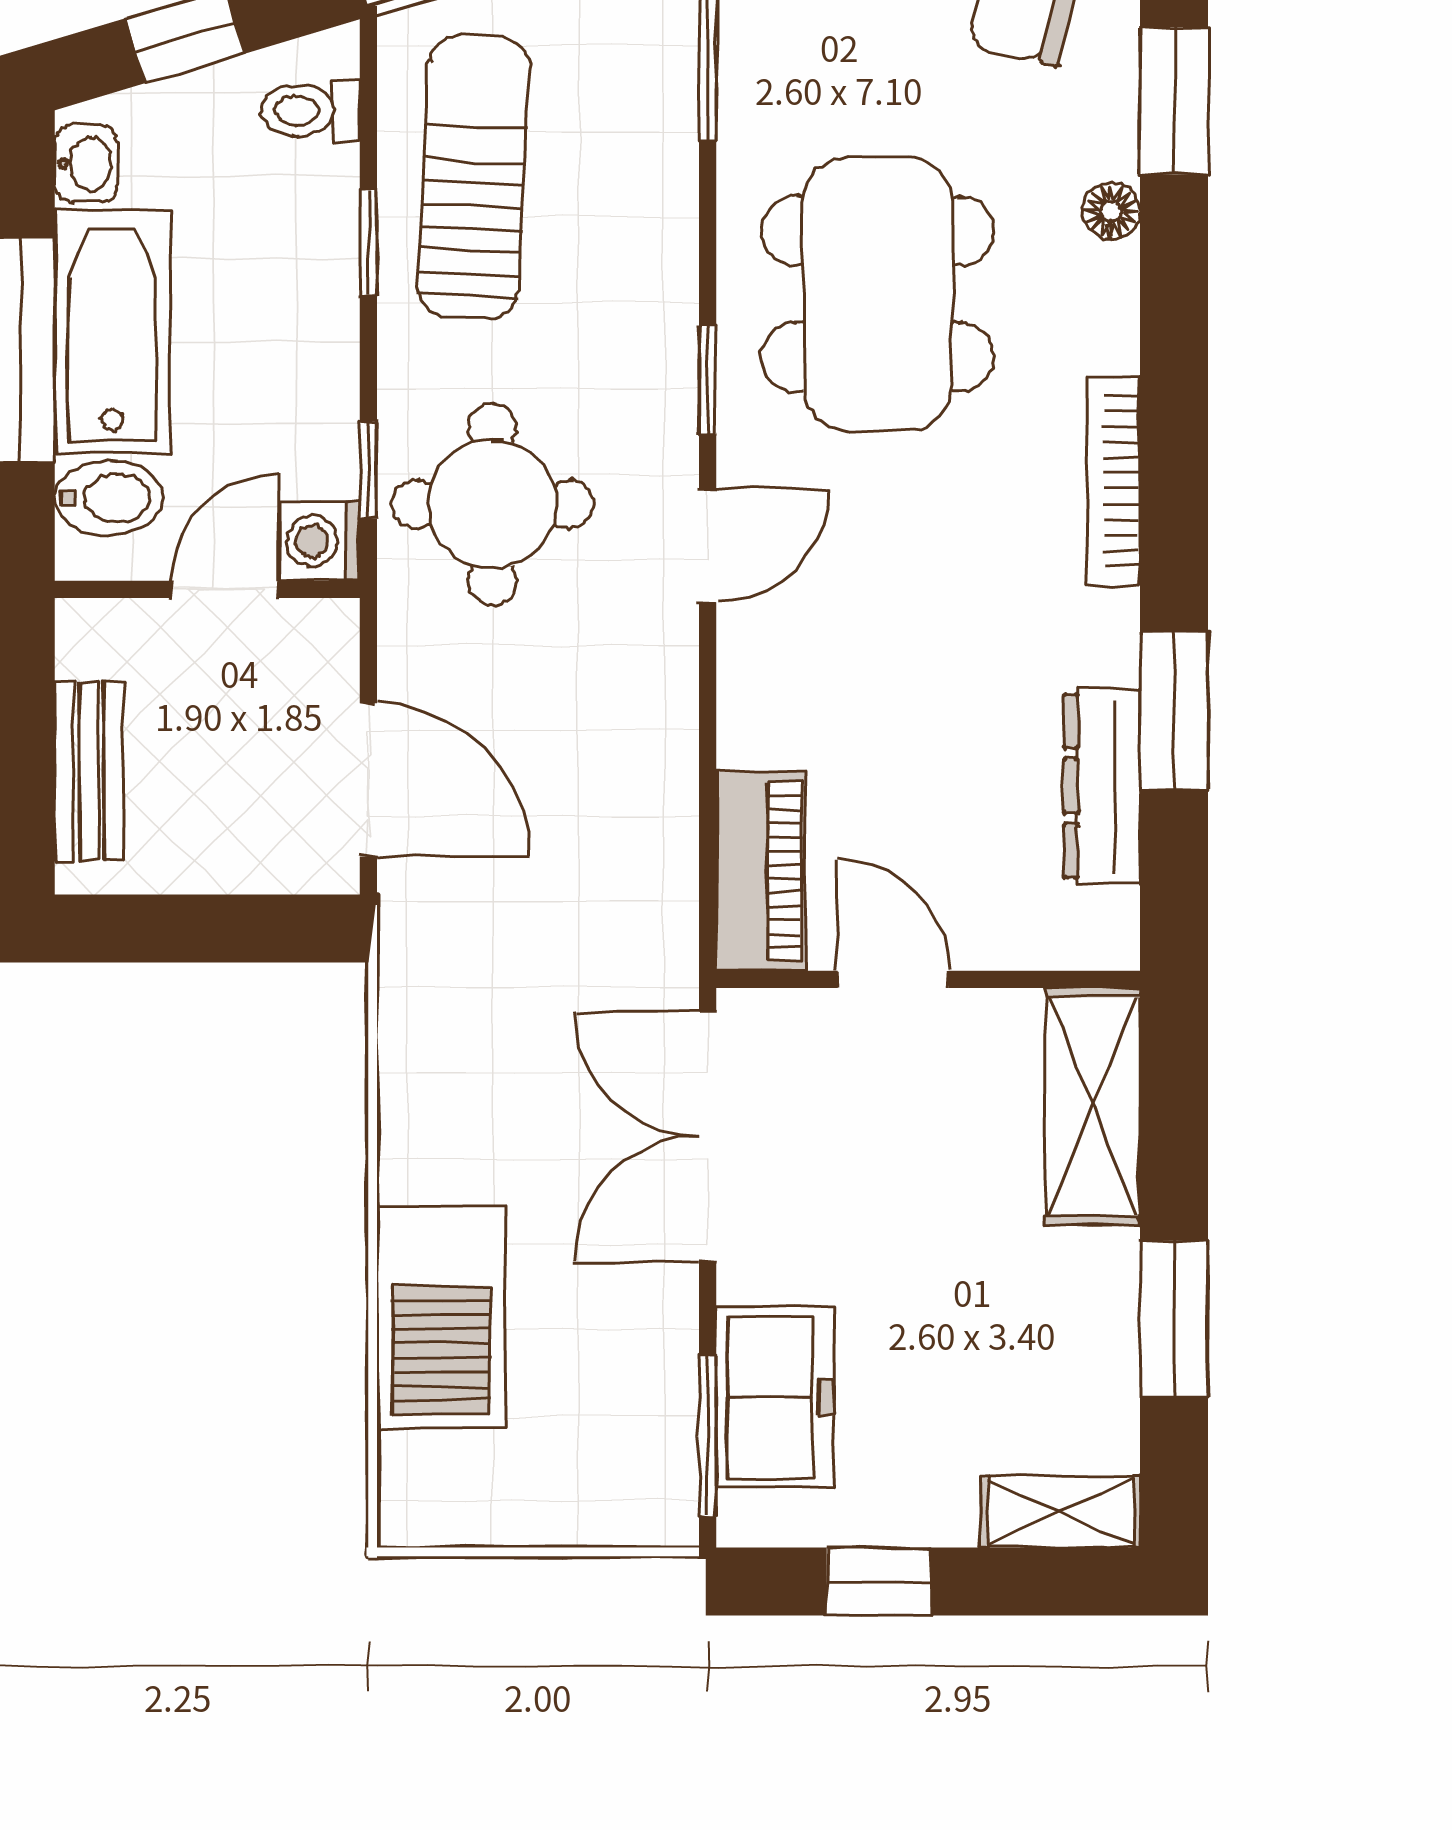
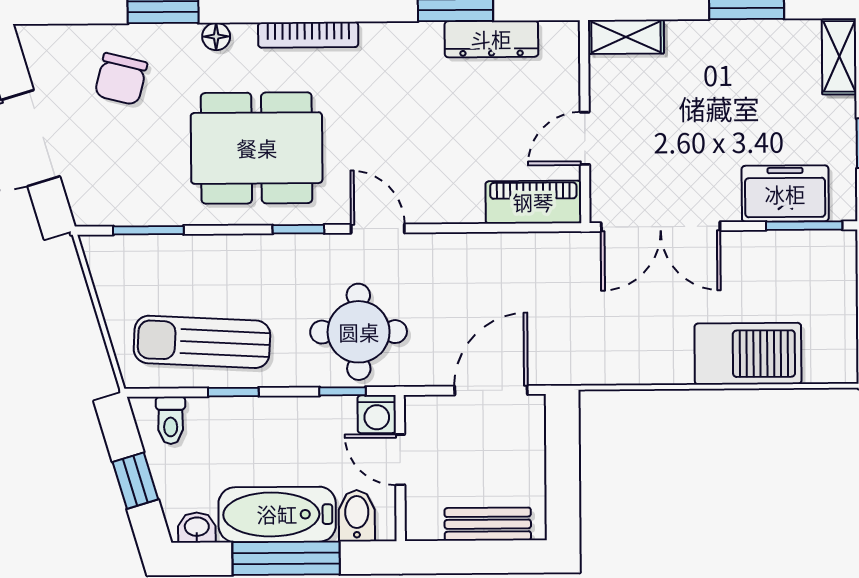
bookcase: (1113, 481) -> (308, 35), moved
shelving: (1093, 1106) -> (626, 37), width x0.67, depth x0.75

